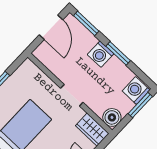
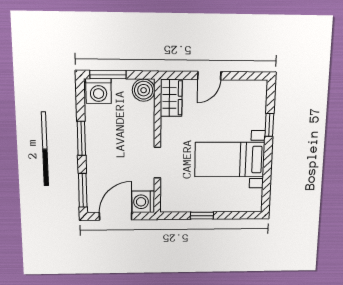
washing machine: (101, 54) -> (143, 202), moved, turned 180
doorway: (72, 95) -> (157, 163), moved

